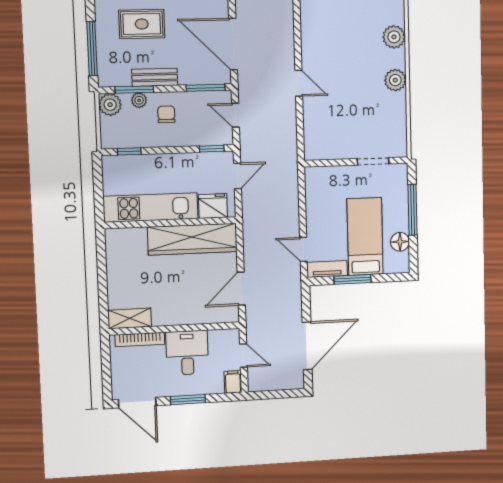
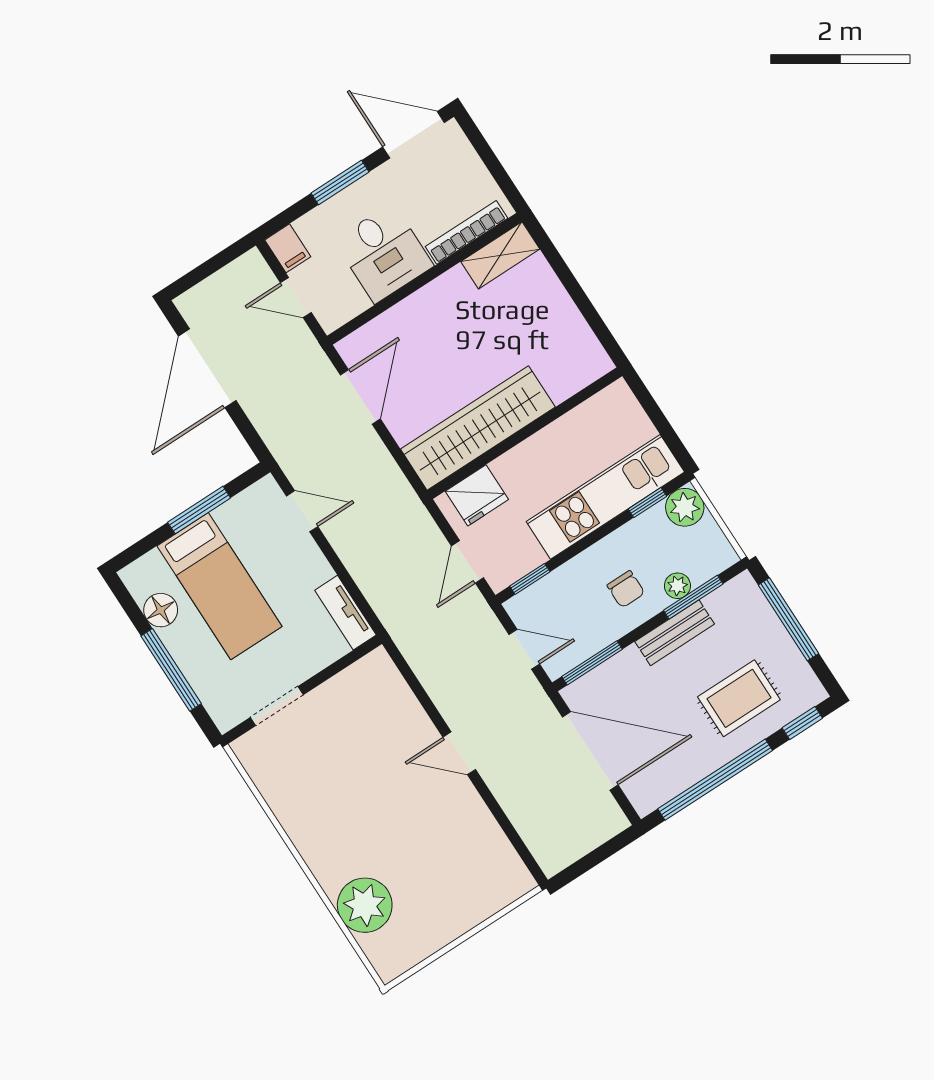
plant: (394, 37) -> (365, 905), width x1.36, depth x1.36
plant: (395, 80) -> (317, 847), removed
plant: (110, 105) -> (685, 507), moved
kitchen unit: (151, 208) -> (605, 497), moved, turned 180
tv unit: (327, 269) -> (345, 613), moved, turned 90

